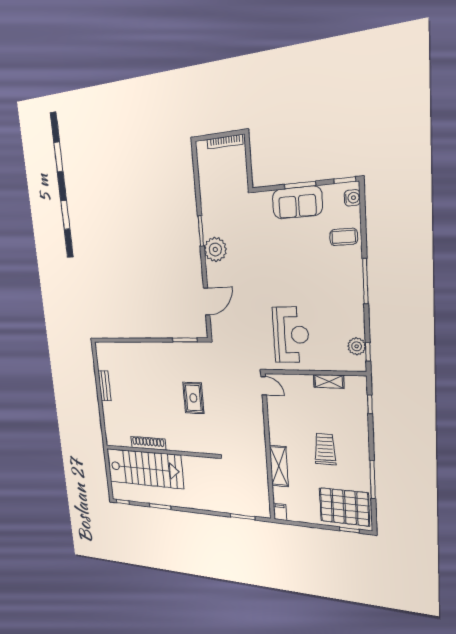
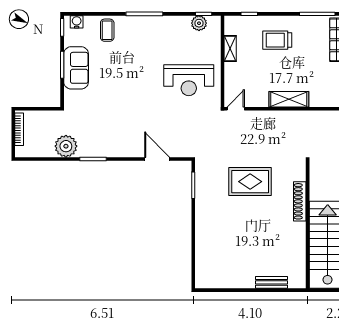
plant: (215, 249) -> (66, 146), moved
reception desk: (291, 335) -> (189, 80), turned 180
bench: (105, 386) -> (272, 282), moved
rug: (193, 398) -> (250, 182), width x1.36, depth x1.43
shoe rack: (148, 443) -> (300, 201), moved
trolley: (325, 449) -> (277, 40), moved
shelving: (279, 466) -> (289, 99), moved

